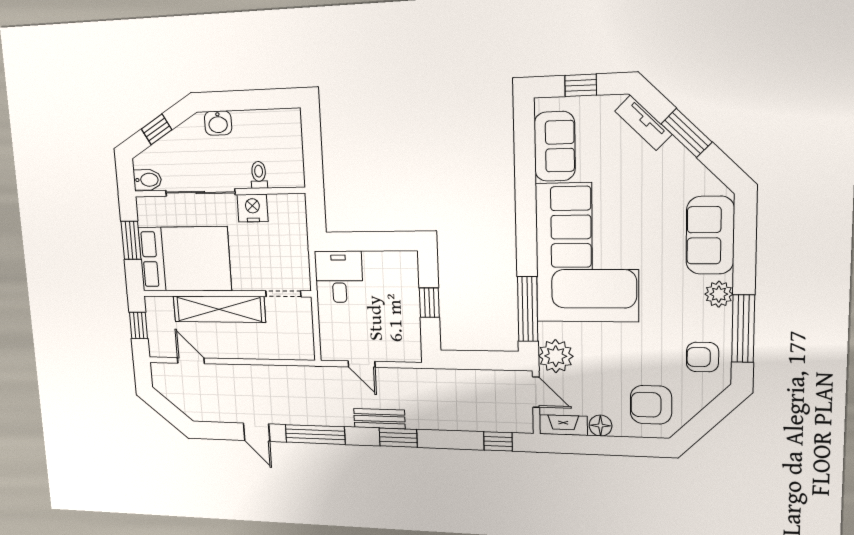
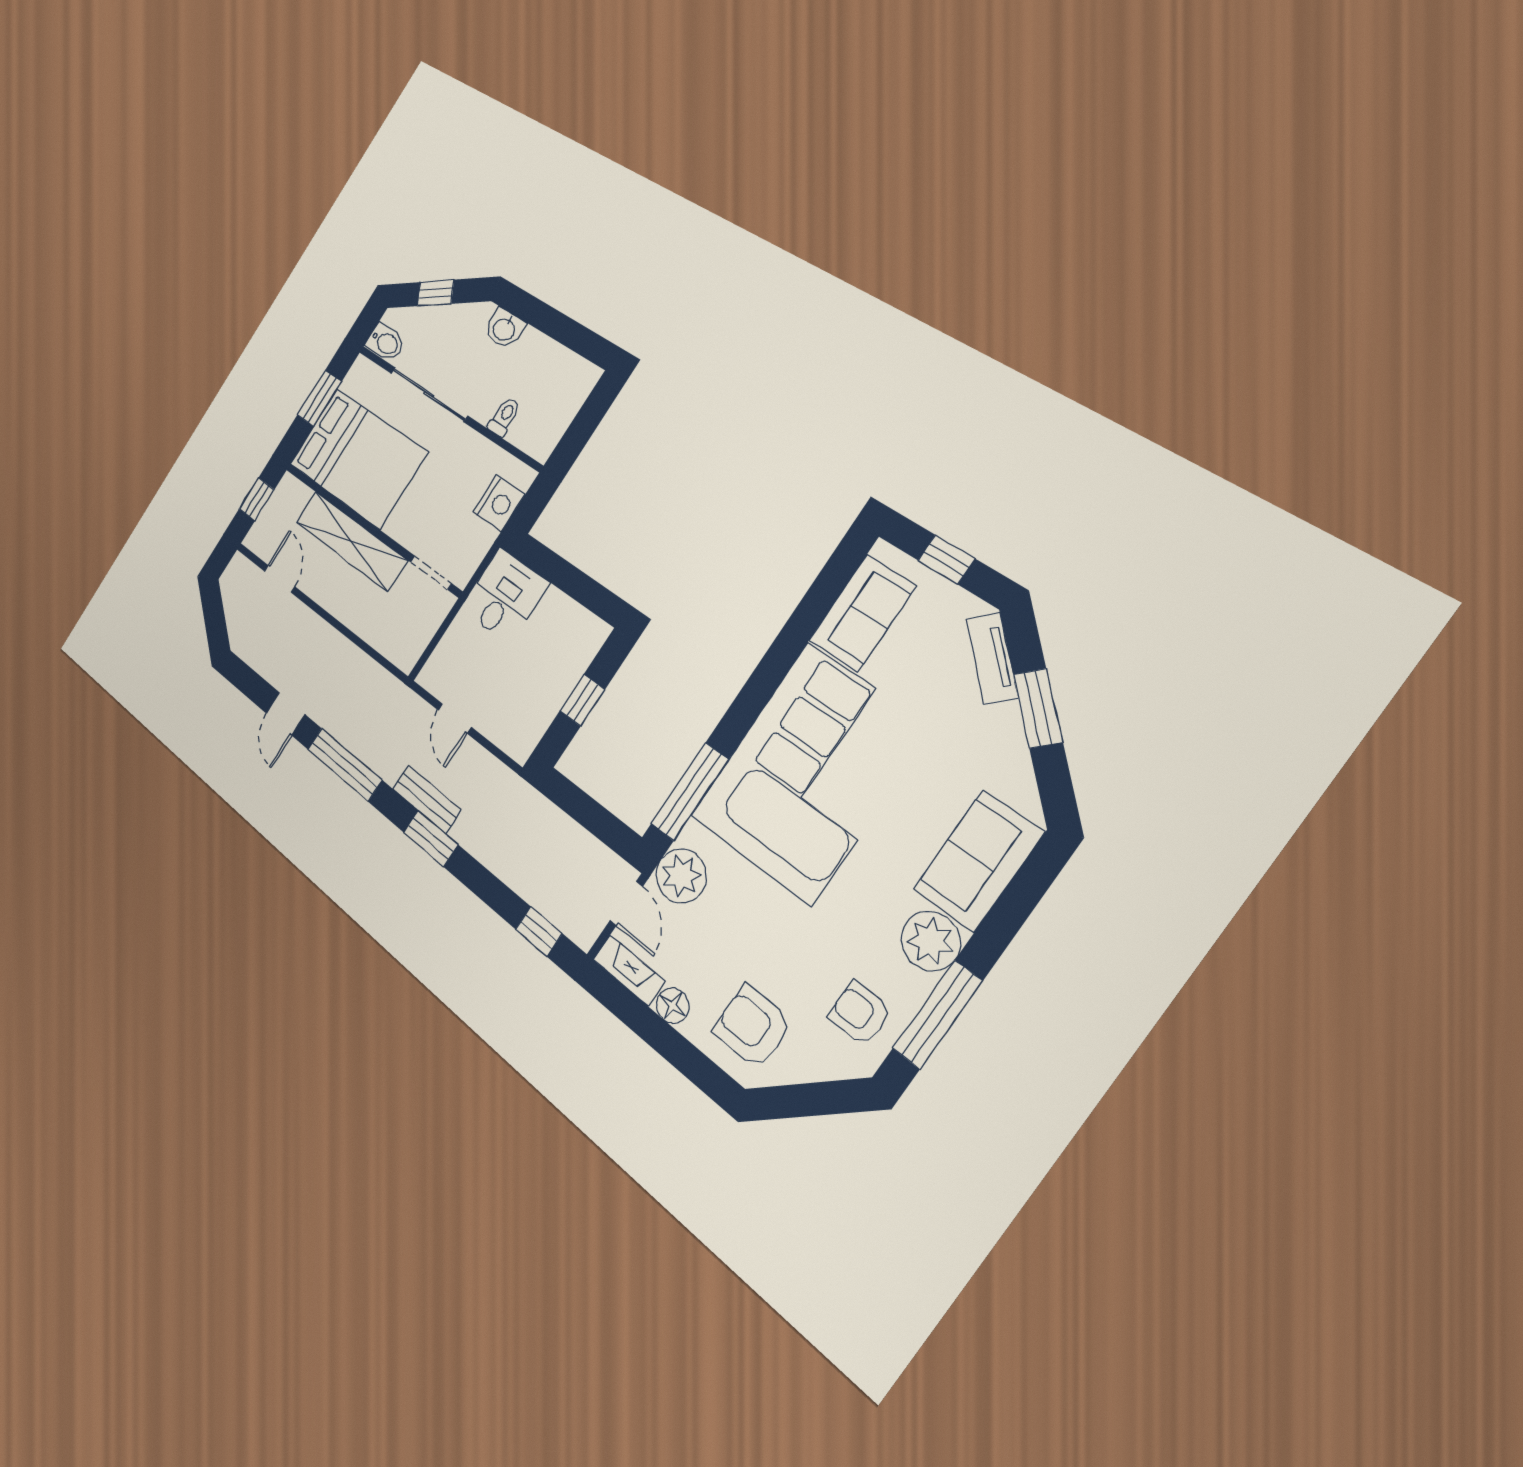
nightstand: (253, 208) -> (499, 503), moved, turned 90
plant: (719, 294) -> (931, 941), width x1.36, depth x1.36

